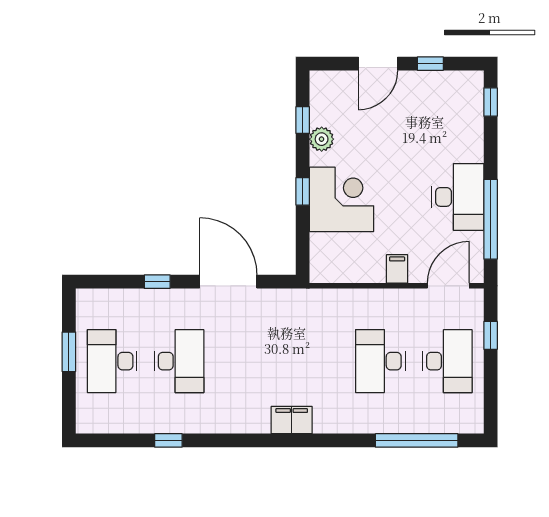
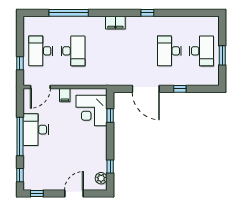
window: (430, 64) -> (37, 194), moved
plant: (322, 139) -> (101, 178), moved
window: (303, 191) -> (110, 115), moved
corner desk: (342, 199) -> (91, 110), moved
window: (491, 219) -> (20, 137), moved
window: (168, 440) -> (147, 13), moved
window: (417, 440) -> (69, 13), moved

